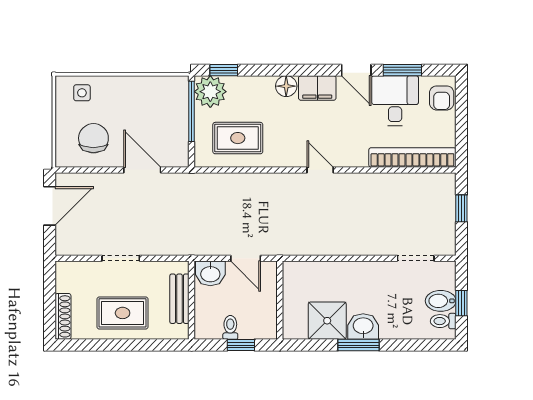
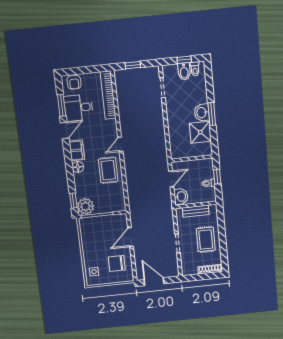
armchair: (442, 98) -> (74, 82), turned 90
rug: (238, 138) -> (108, 170), moved

